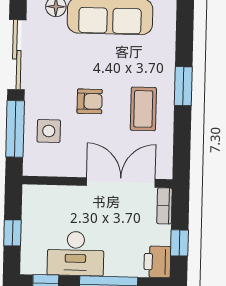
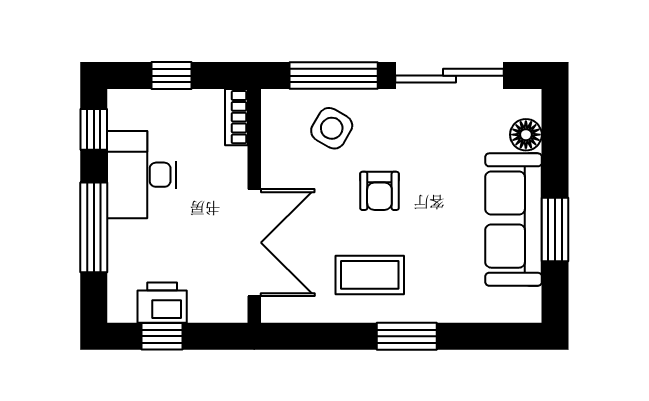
side table: (49, 131) -> (332, 128), turned 30
bookcase: (164, 206) -> (236, 117), moved, turned -90
printer: (157, 262) -> (162, 303), moved

